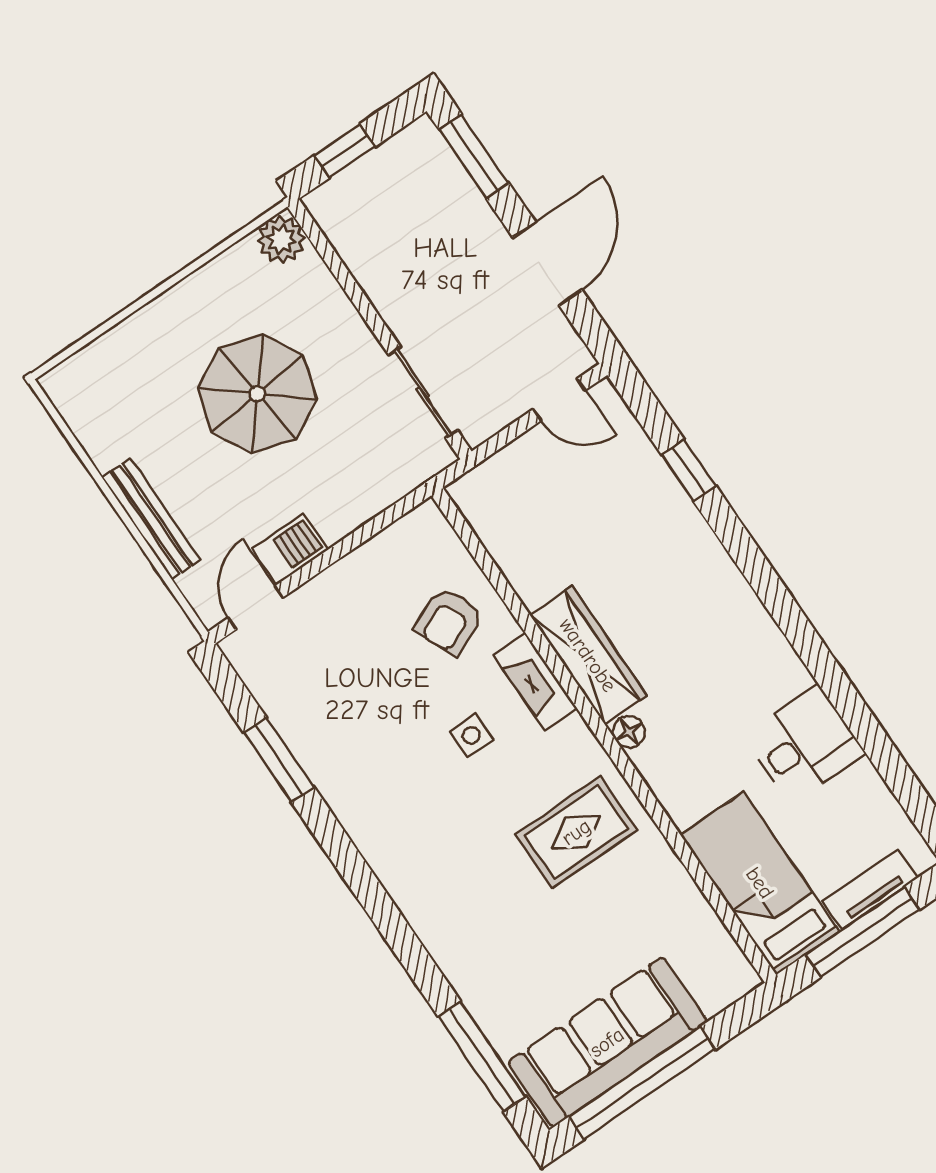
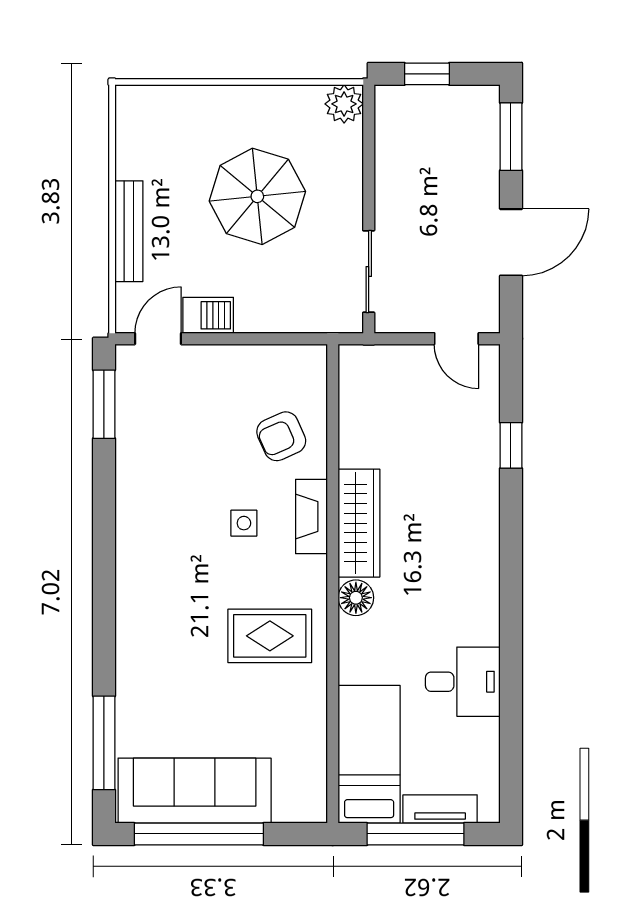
floor lamp: (629, 732) -> (356, 598), width x1.37, depth x1.37
window: (279, 760) -> (104, 404), moved

